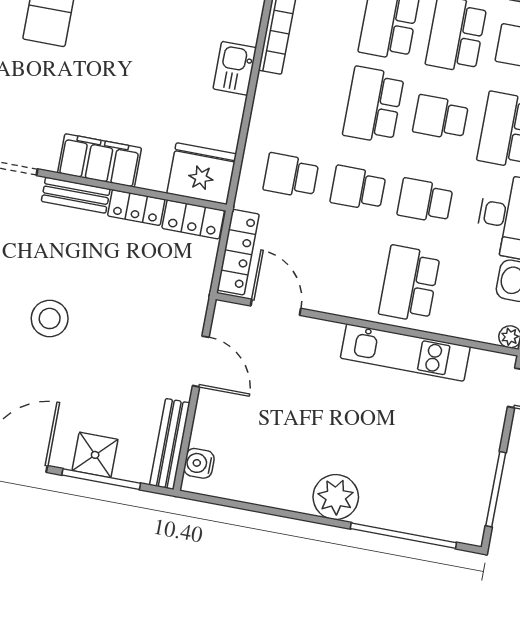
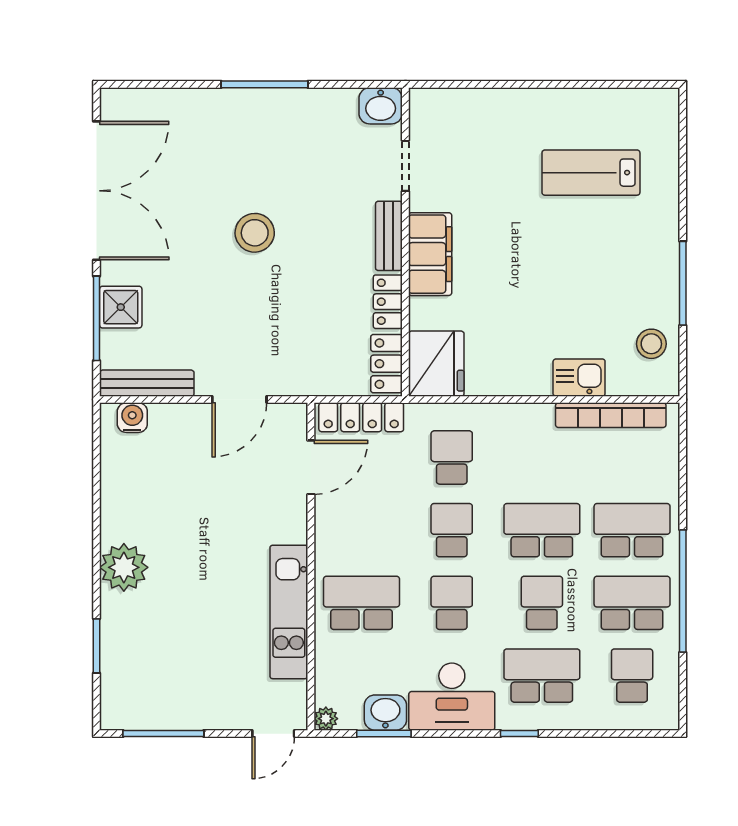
kitchen sink: (235, 68) -> (579, 378), moved
window: (403, 536) -> (97, 646), width x0.47

